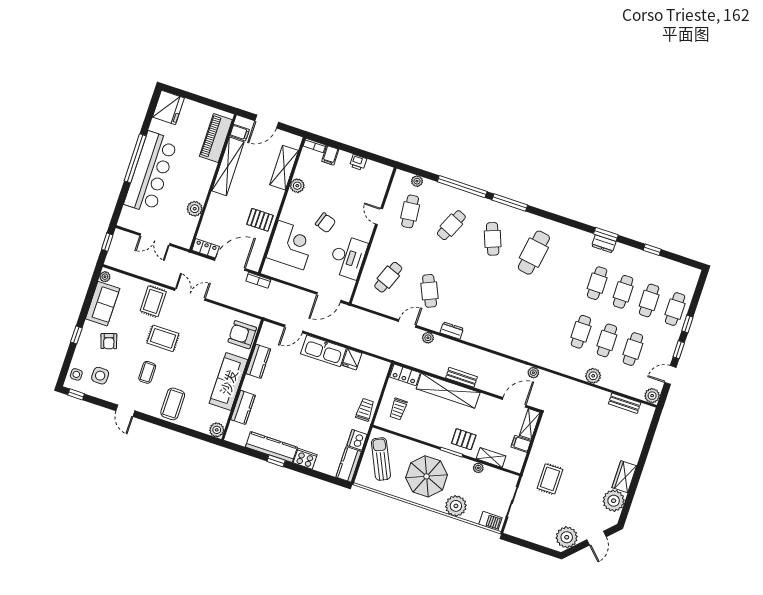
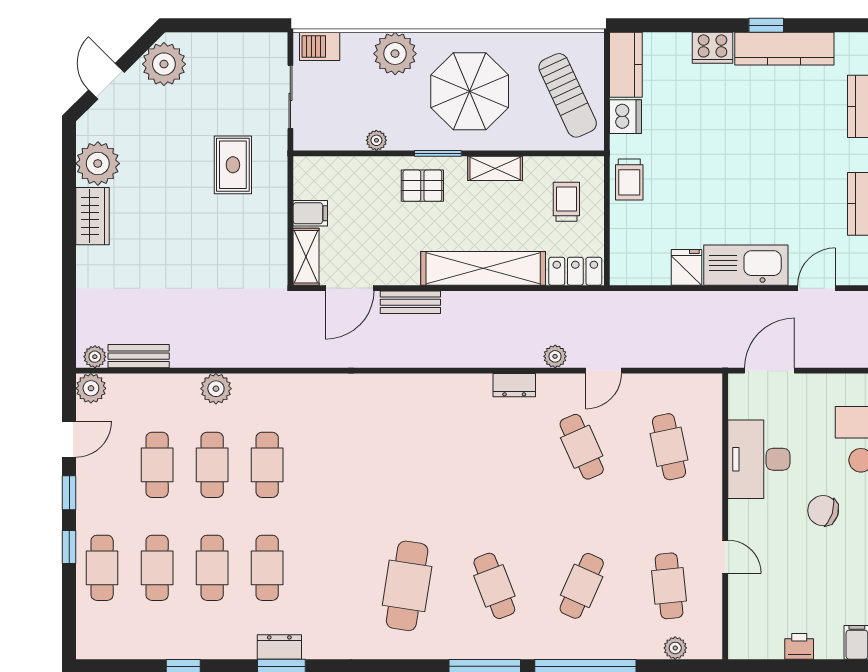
cafe table: (388, 277) -> (669, 447), turned -33
plant: (533, 373) -> (95, 357), moved
bench: (461, 377) -> (410, 302), moved
shelving: (491, 457) -> (495, 168), moved

